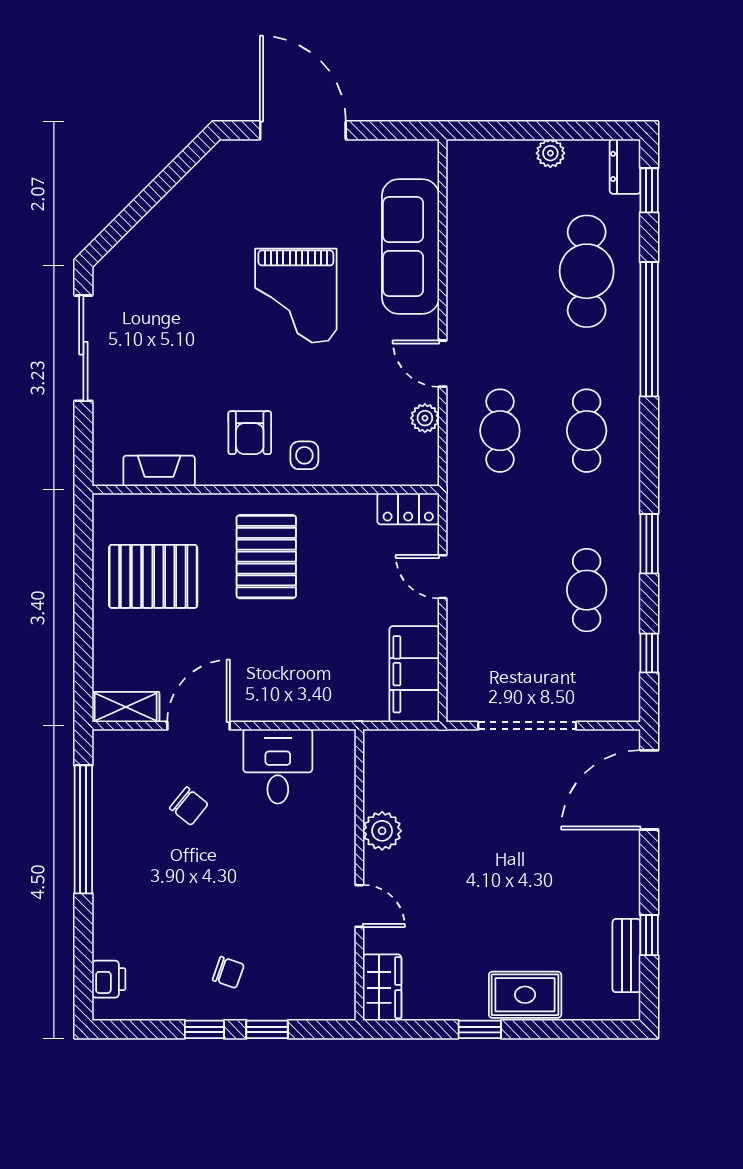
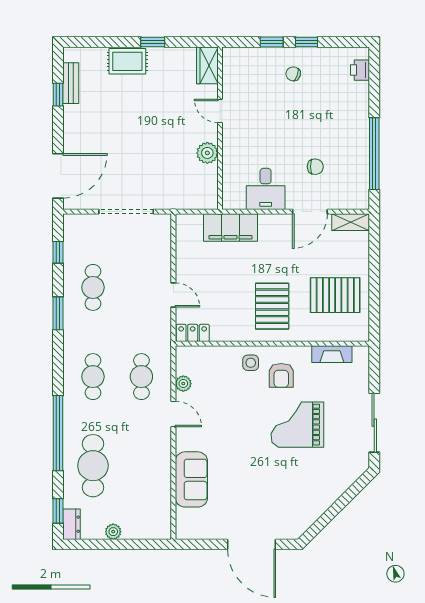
sofa: (410, 247) -> (191, 479), width x0.73
grand piano: (296, 296) -> (297, 425), moved, turned -90
armchair: (250, 433) -> (281, 375), turned 180
filing cabinet: (414, 674) -> (231, 228), moved, turned 90
chair: (189, 806) -> (315, 167), turned 141

